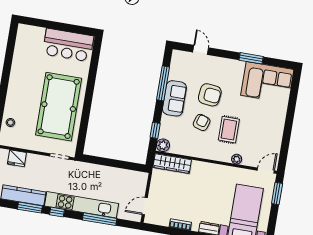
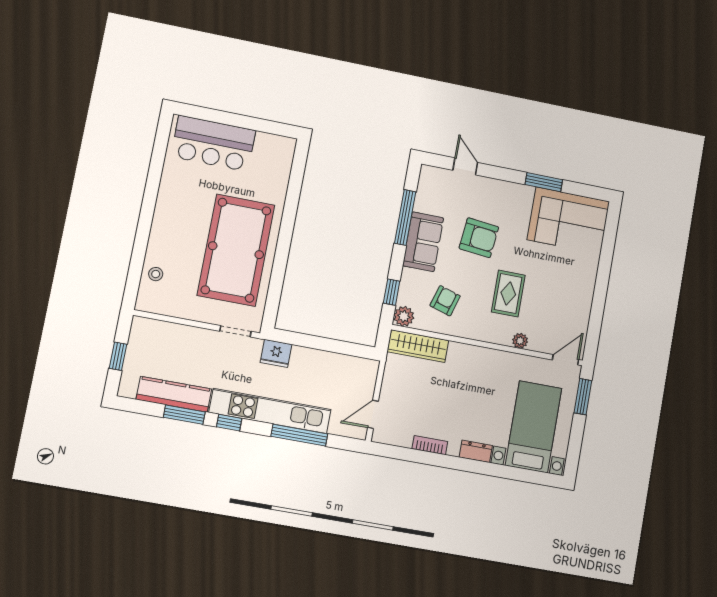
bar counter: (68, 45) -> (213, 143), moved
armchair: (202, 122) -> (445, 301), moved
fridge: (17, 158) -> (276, 353), moved

